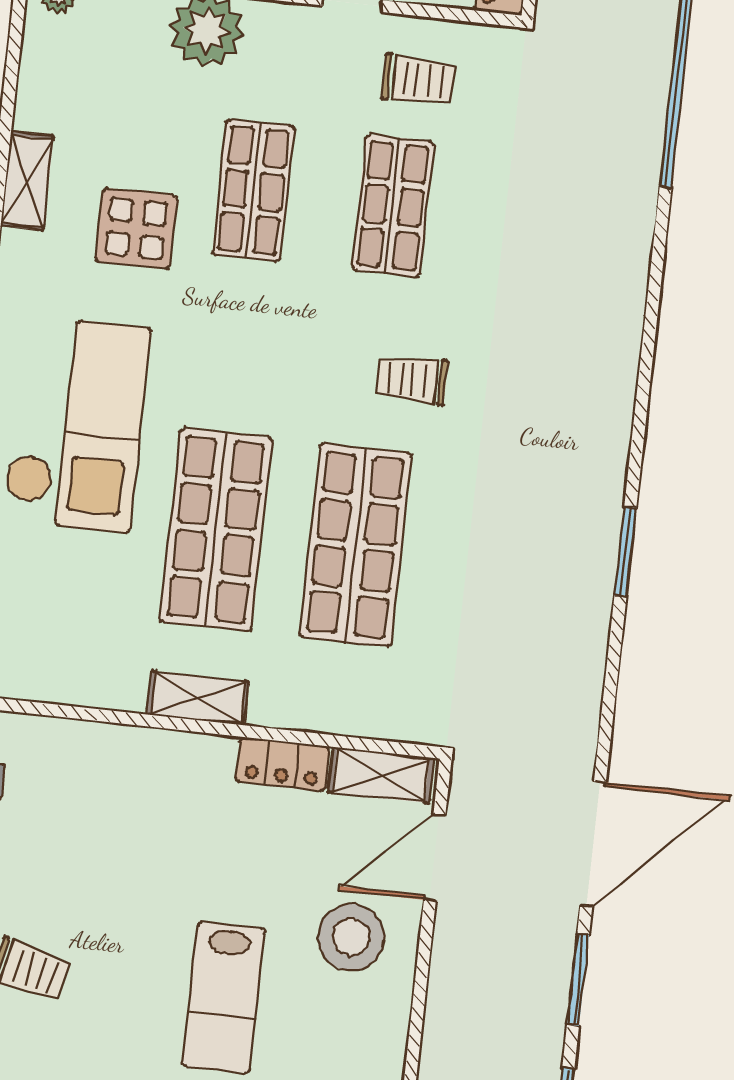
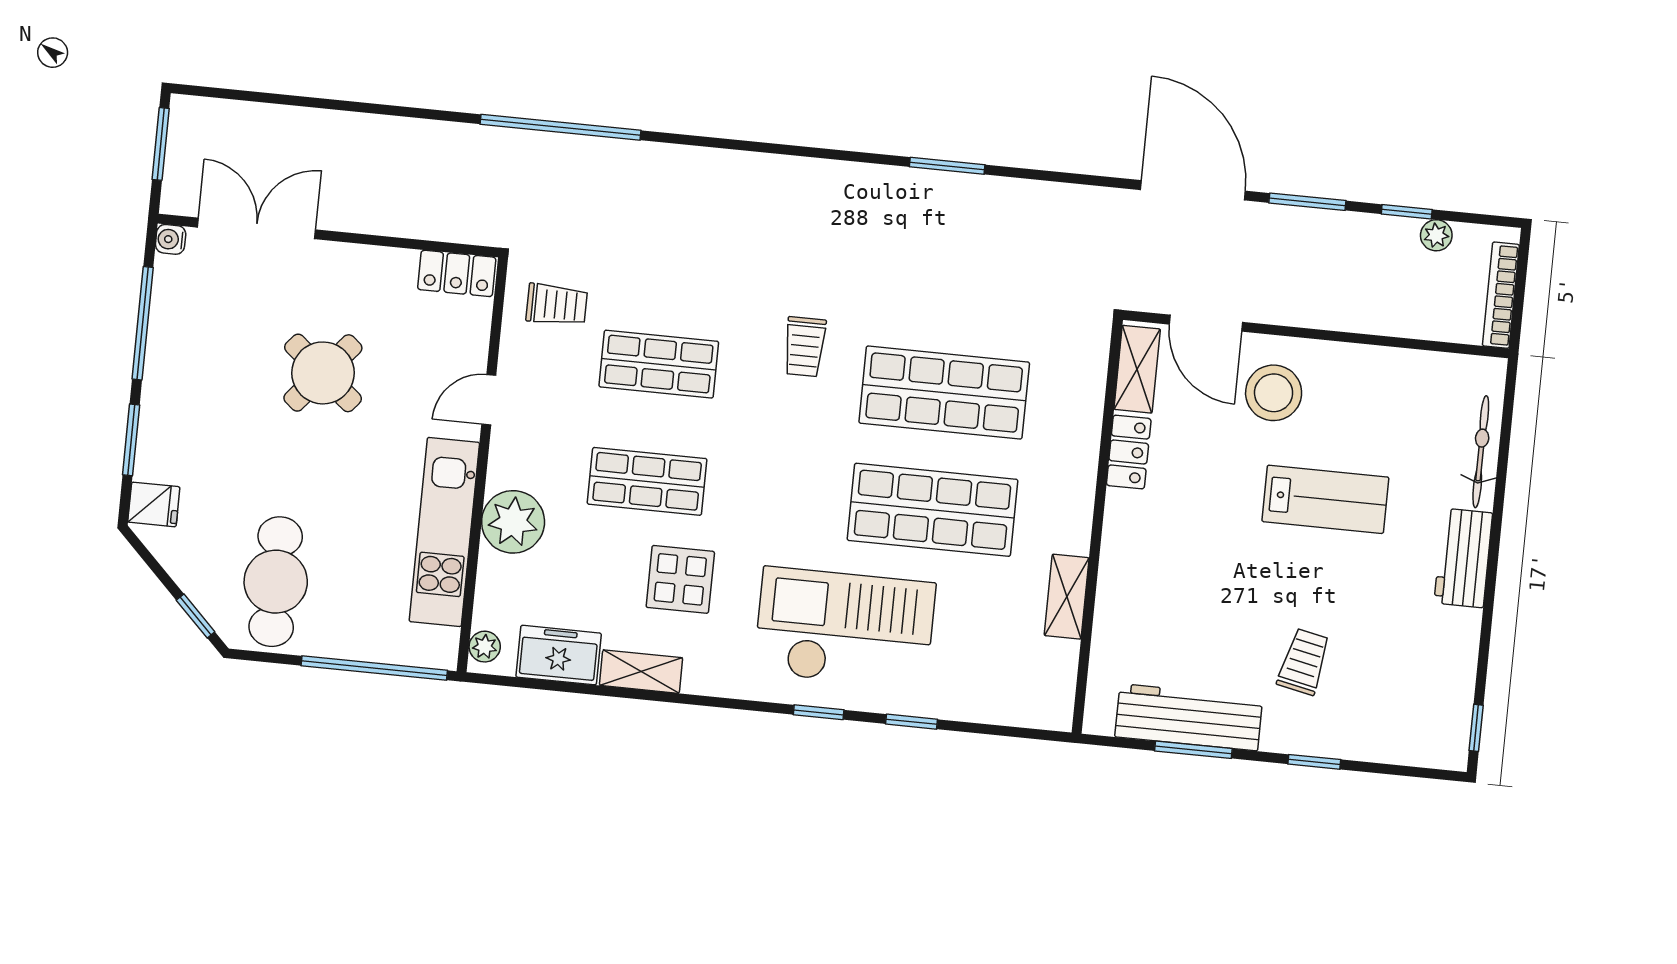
trolley: (419, 80) -> (557, 305), moved, turned 90
freezer: (48, 83) -> (559, 655), added
shelving: (198, 698) -> (1067, 597), moved

